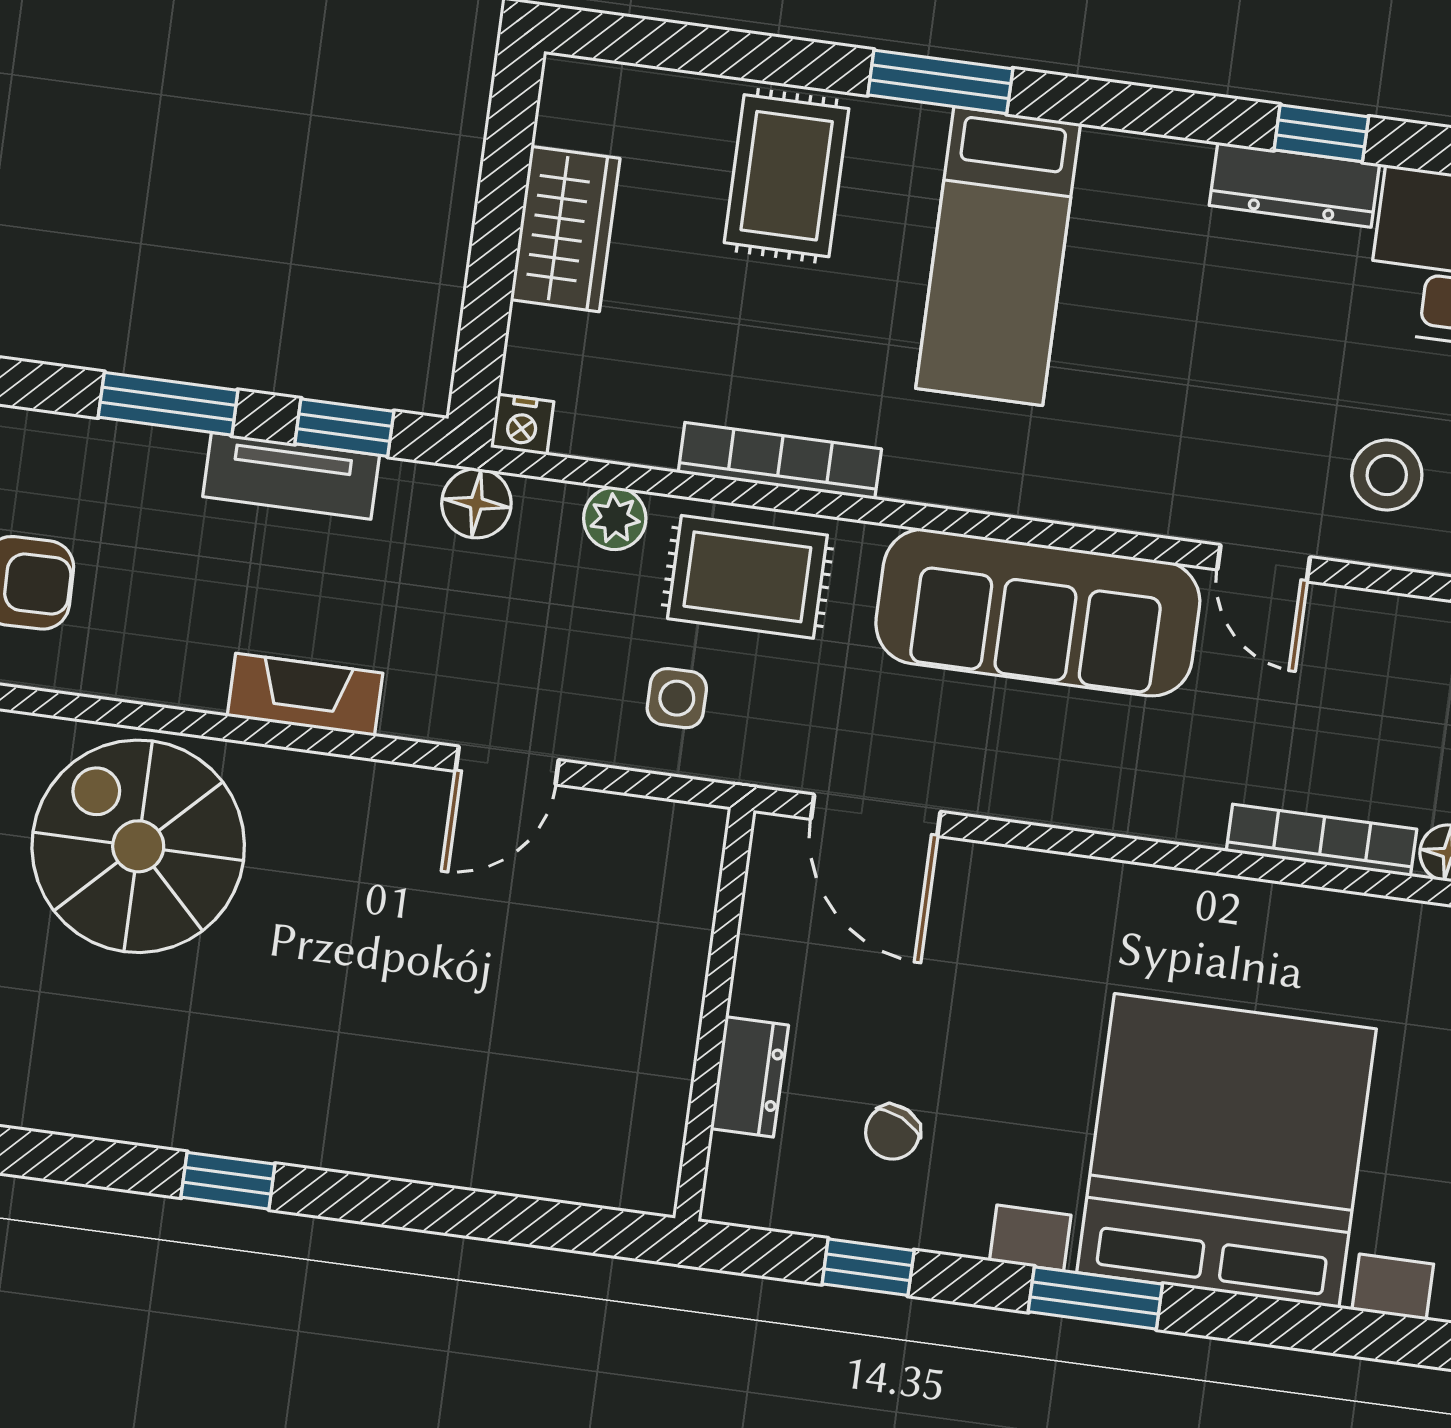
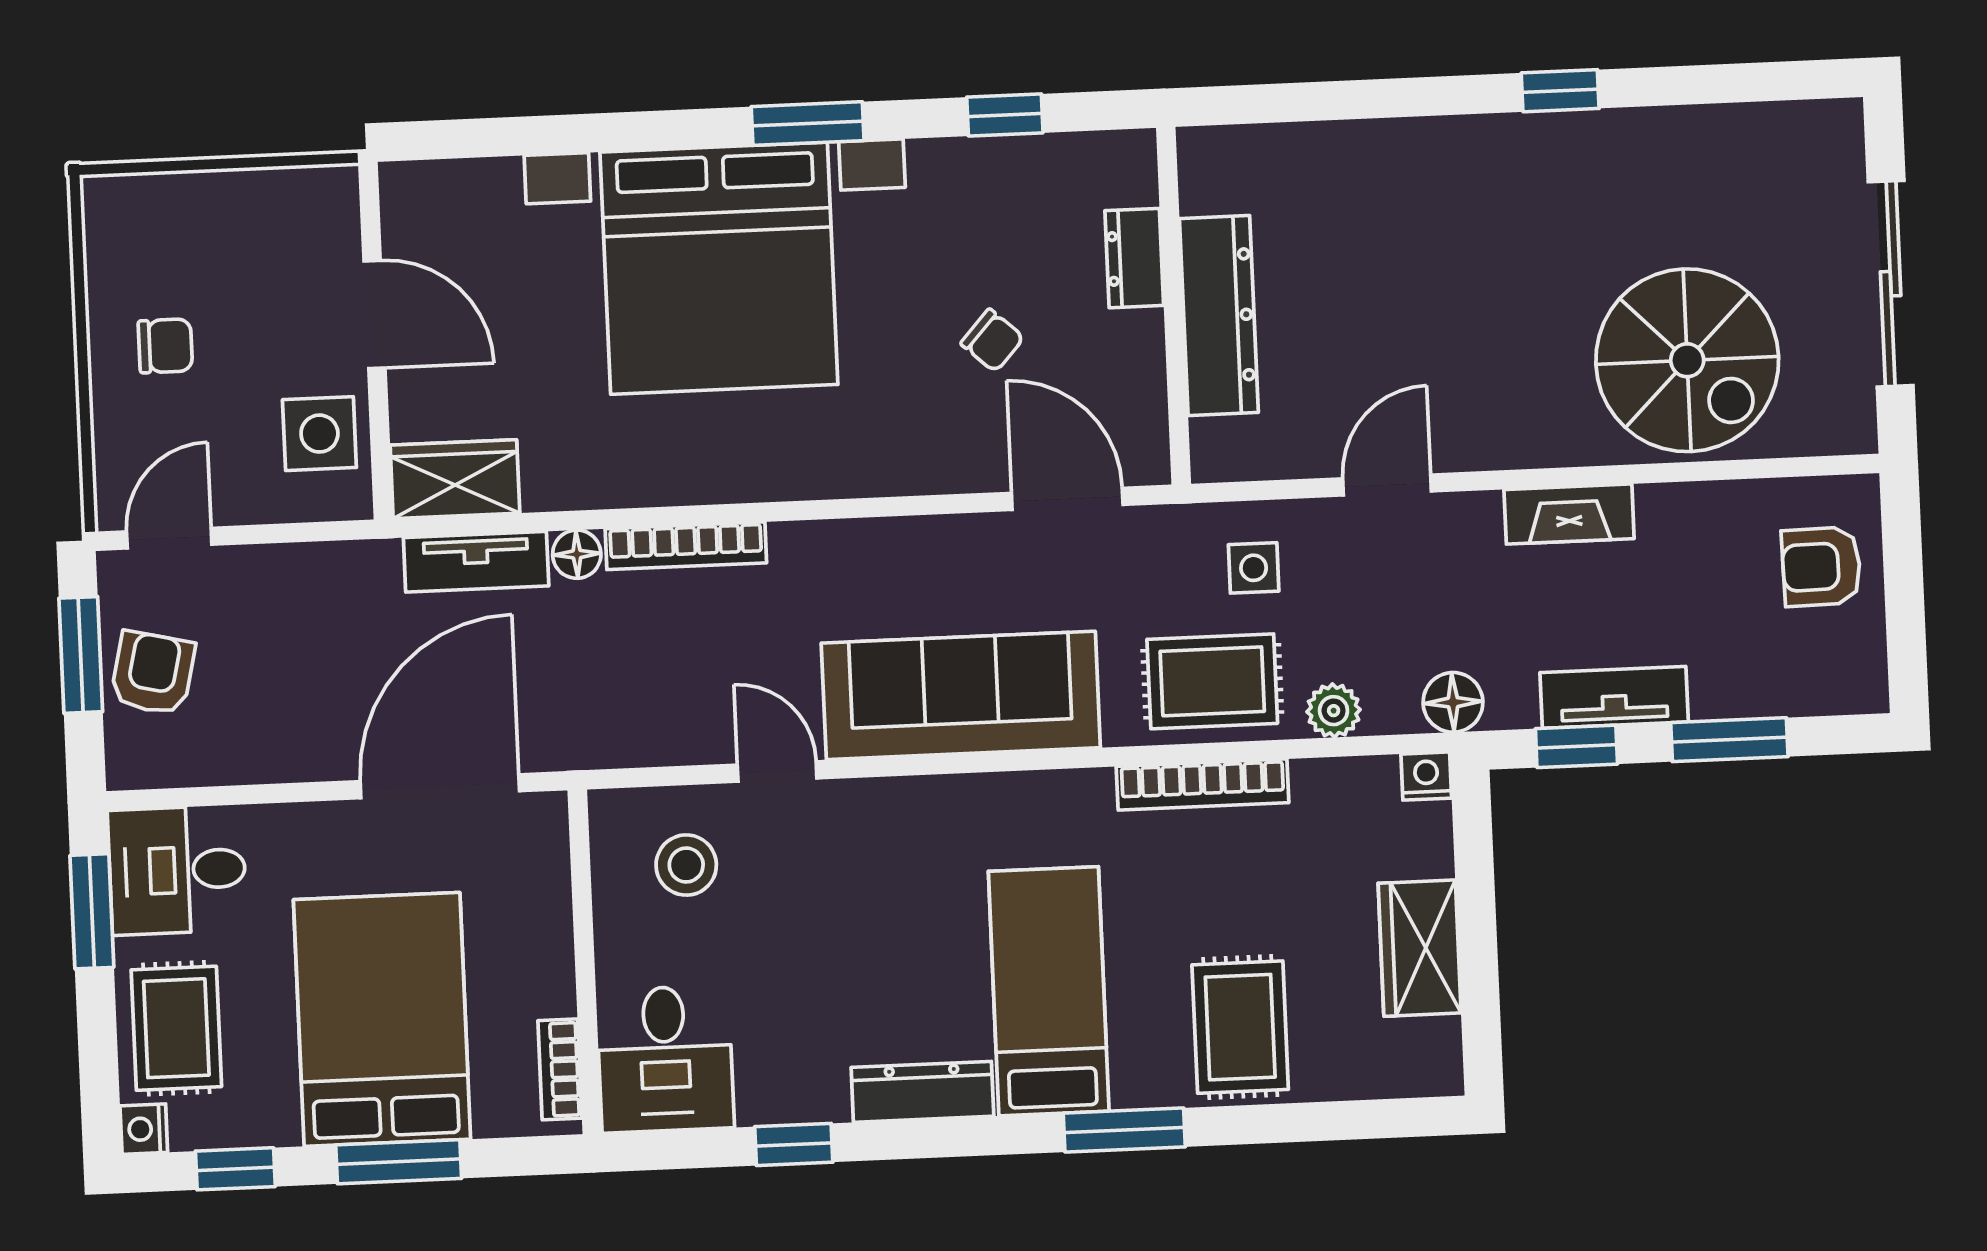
dresser: (1294, 185) -> (922, 1092), moved
dresser: (665, 994) -> (1219, 315), added
chair: (892, 1132) -> (992, 340), moved, turned 106

